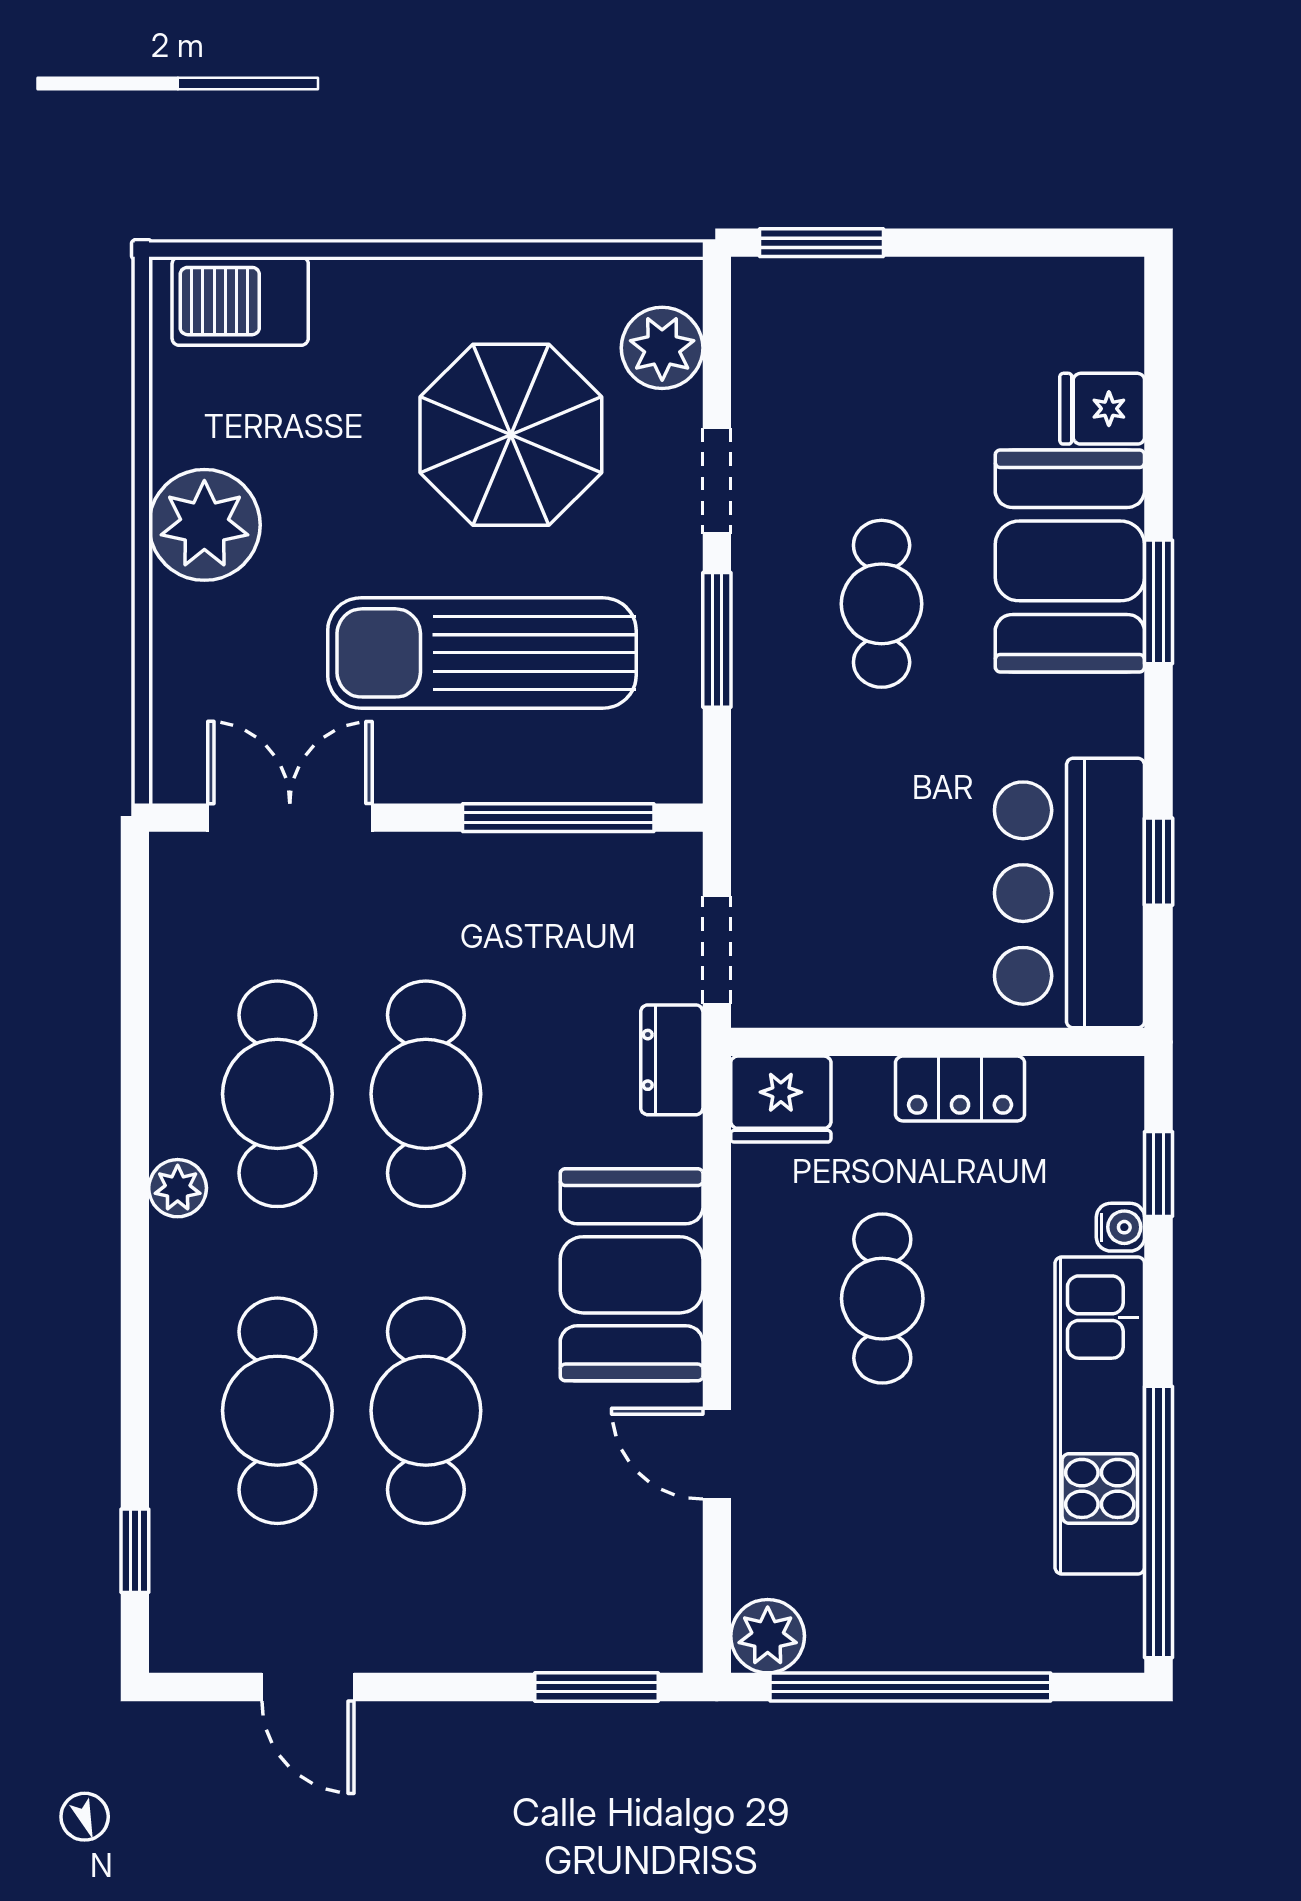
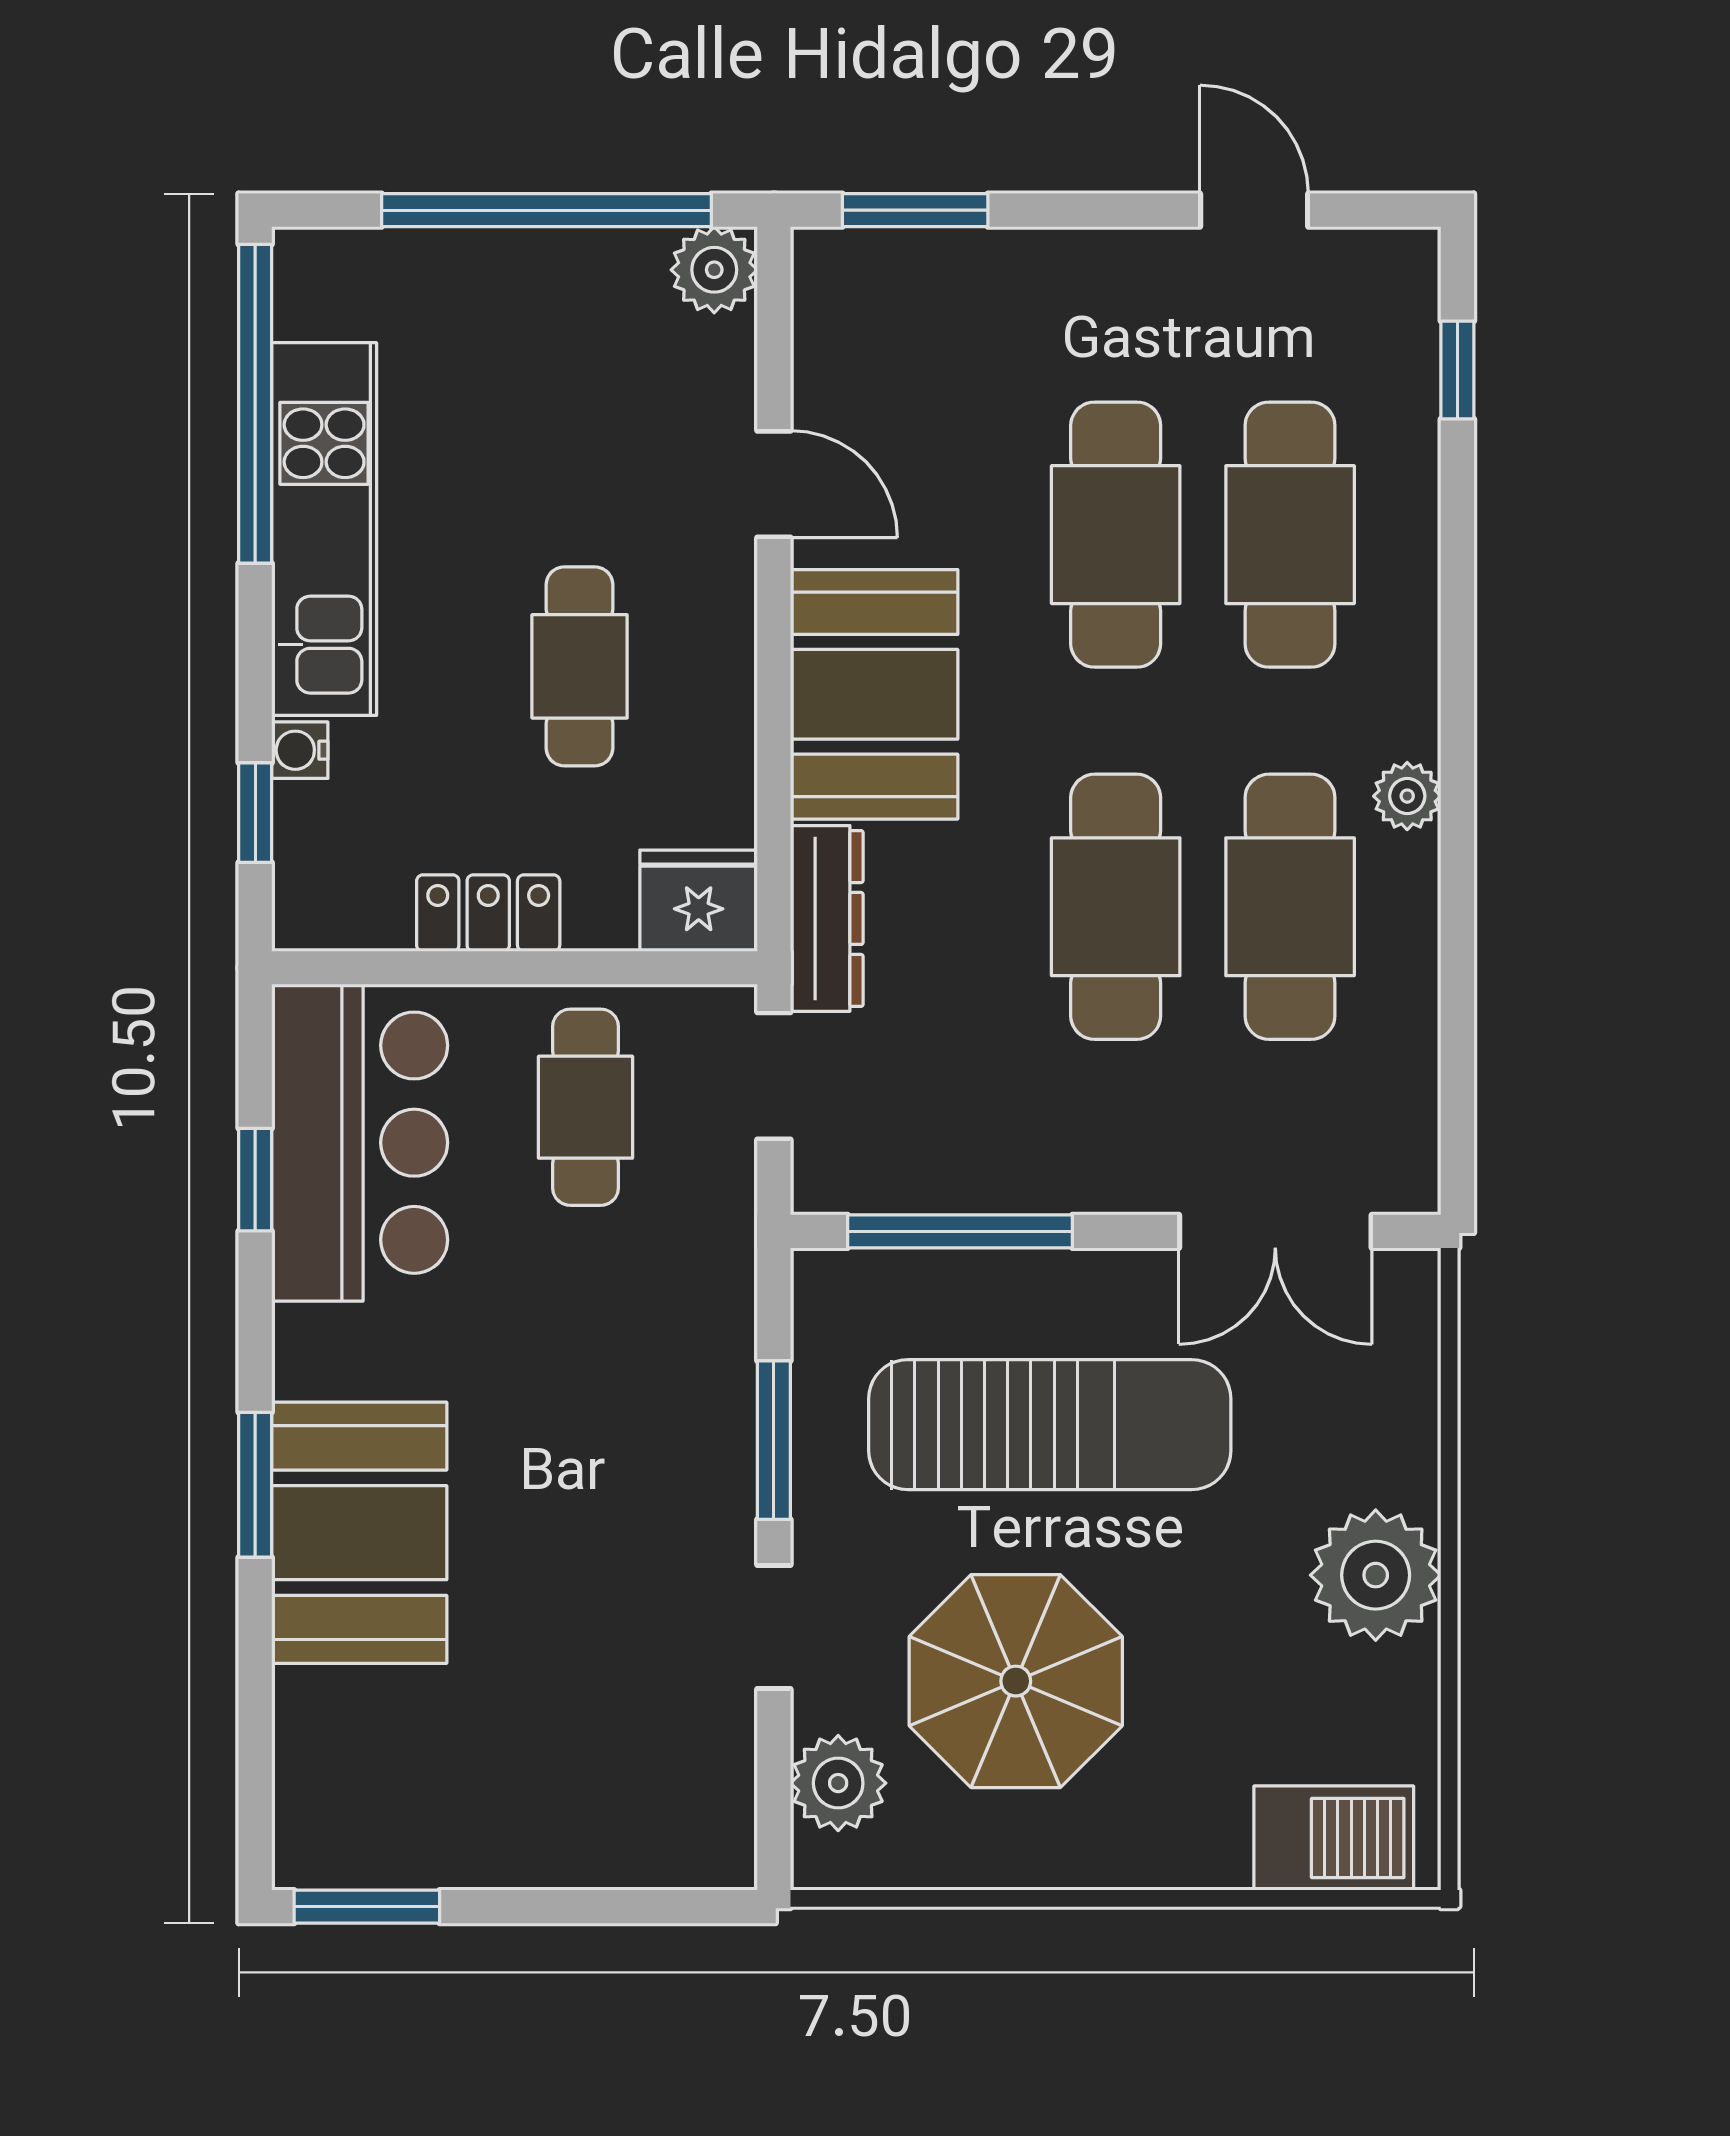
window: (821, 243) -> (367, 1907), moved
fridge: (1102, 409) -> (321, 1712), removed
cafe table: (882, 604) -> (586, 1107), moved
dresser: (672, 1060) -> (827, 918), width x1.44

